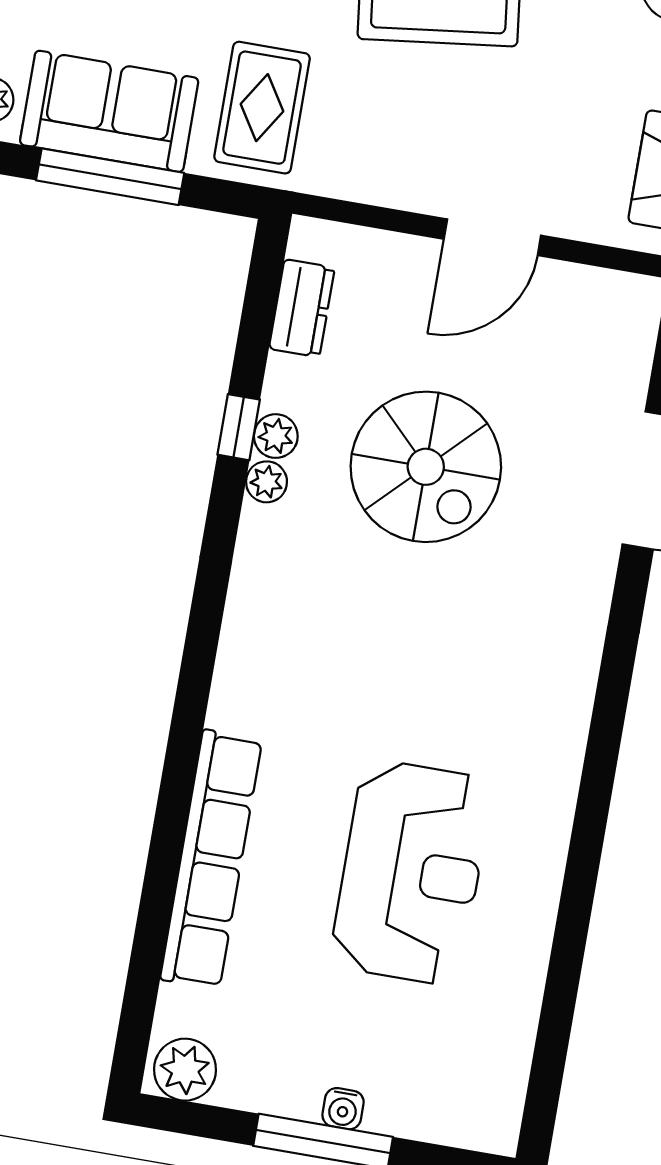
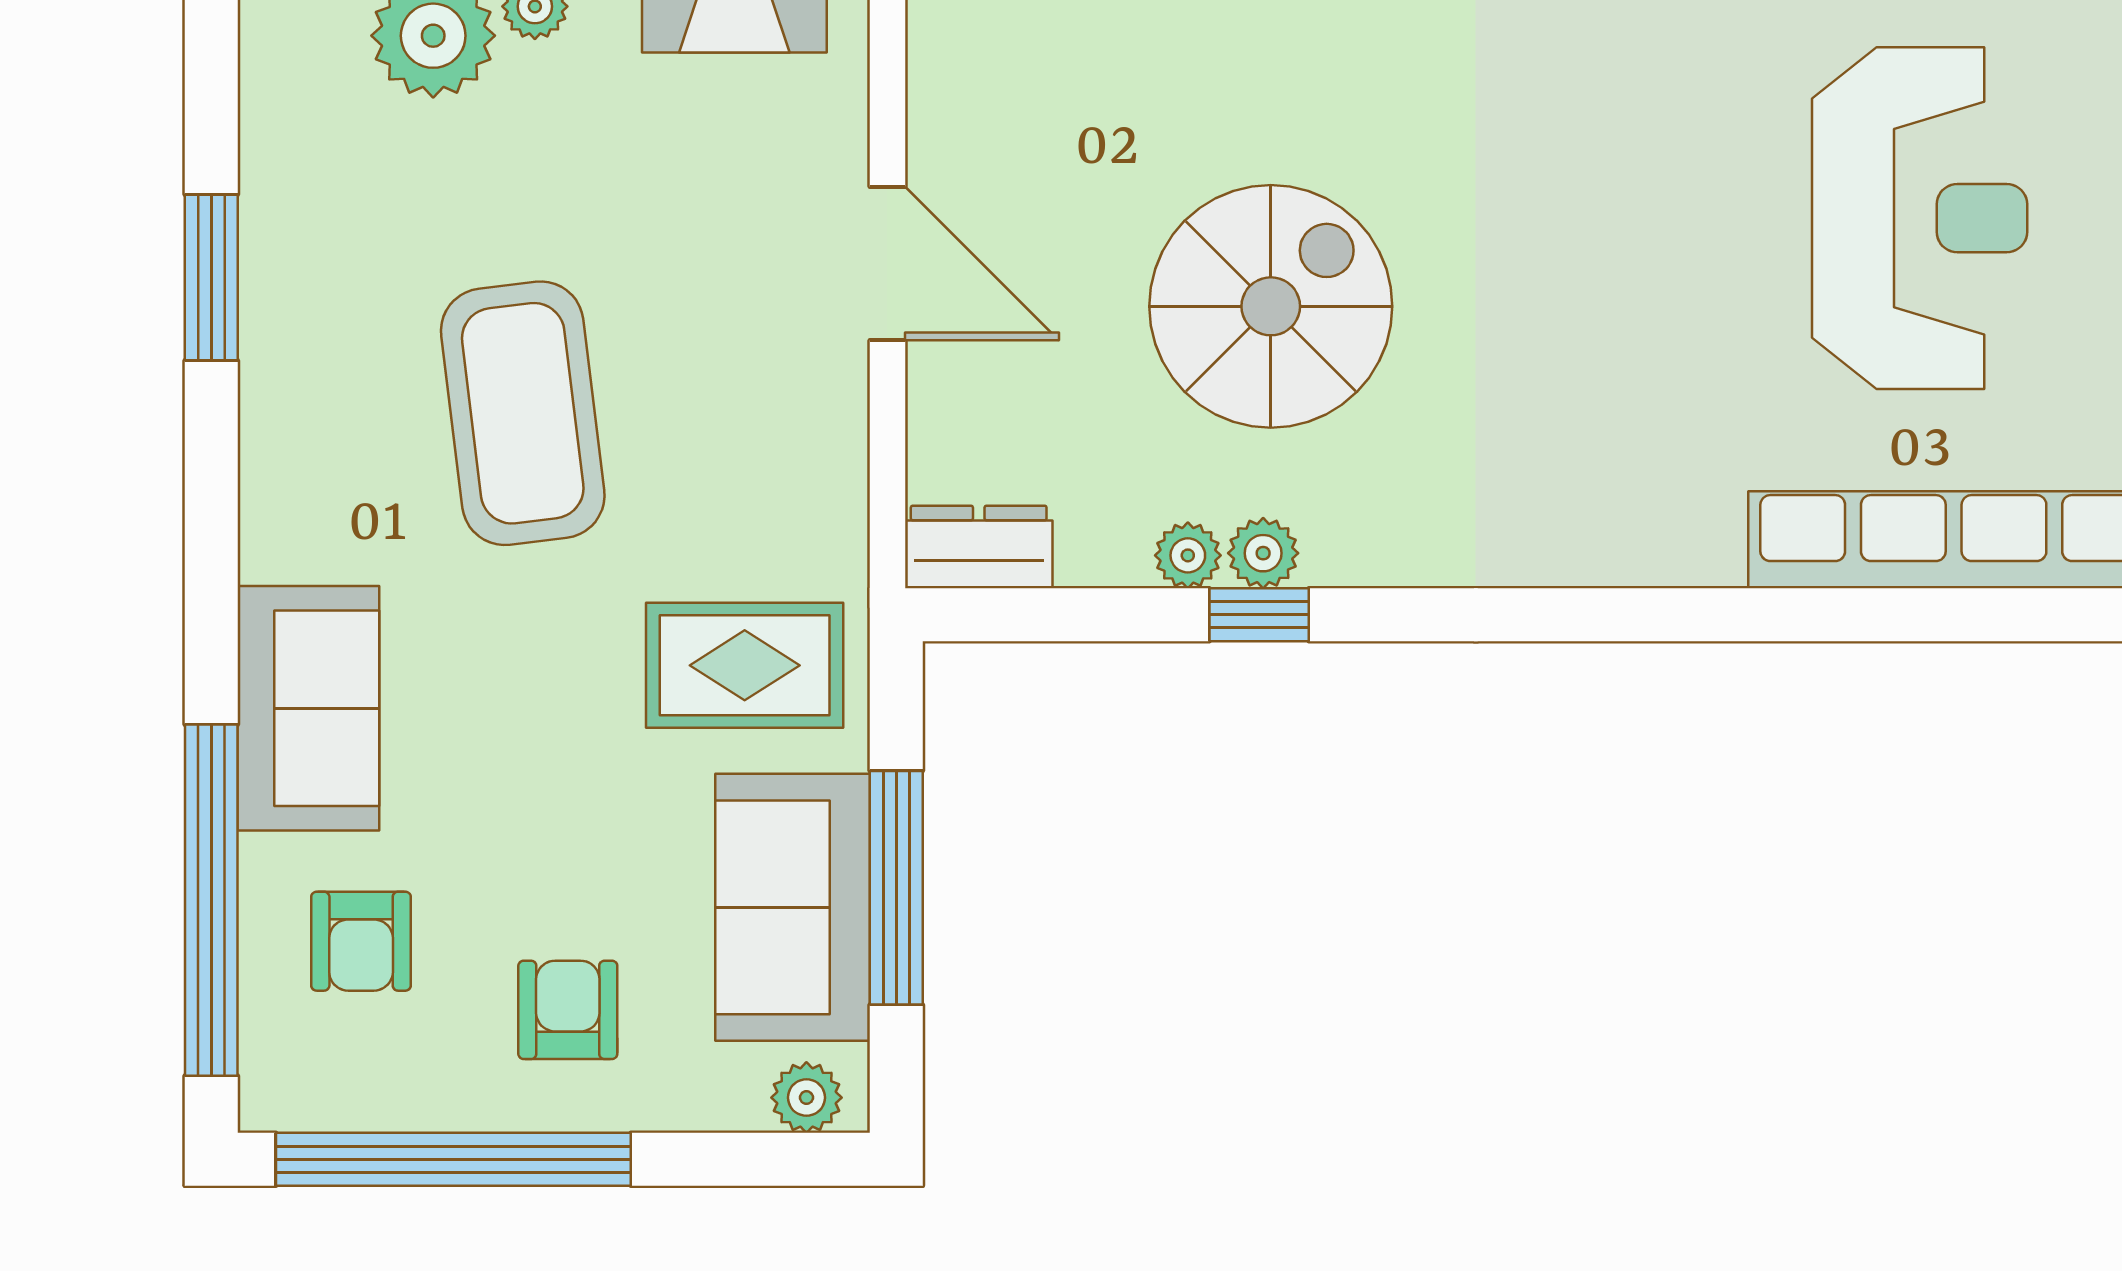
dresser: (302, 308) -> (979, 547), moved
plant: (267, 482) -> (1188, 555), moved
reception desk: (411, 872) -> (1920, 218), turned 90

